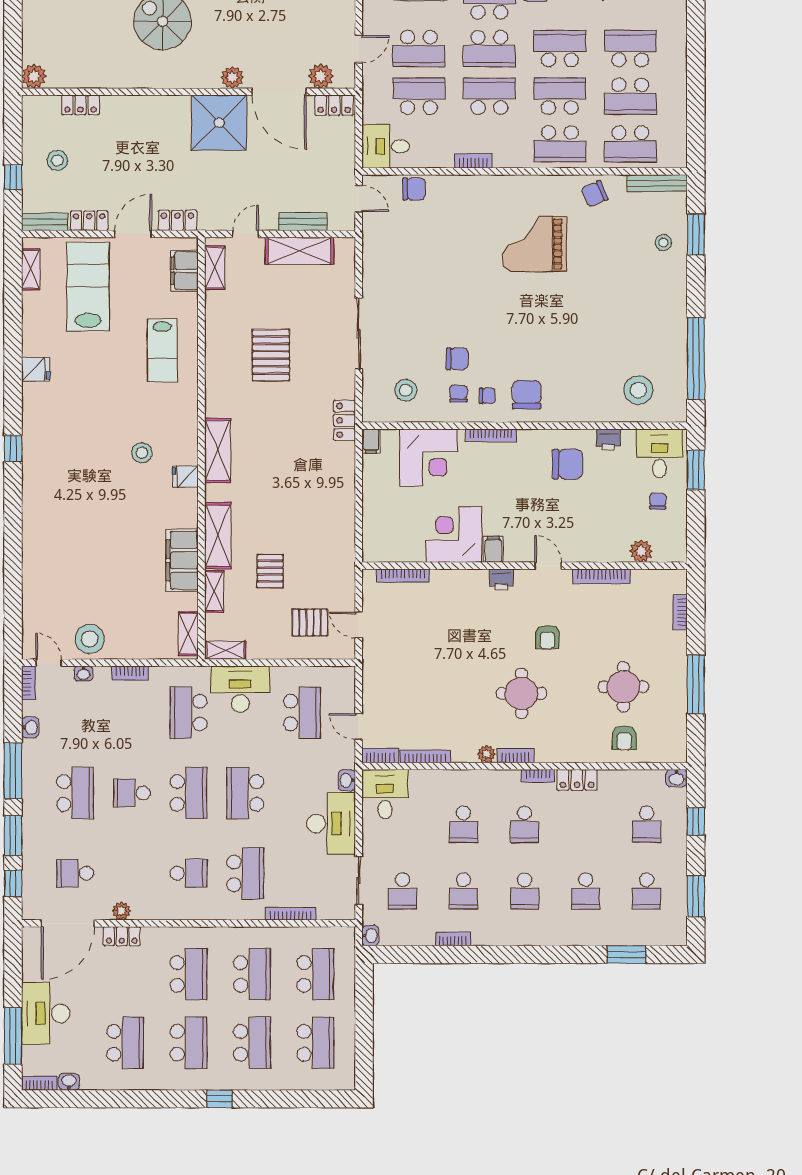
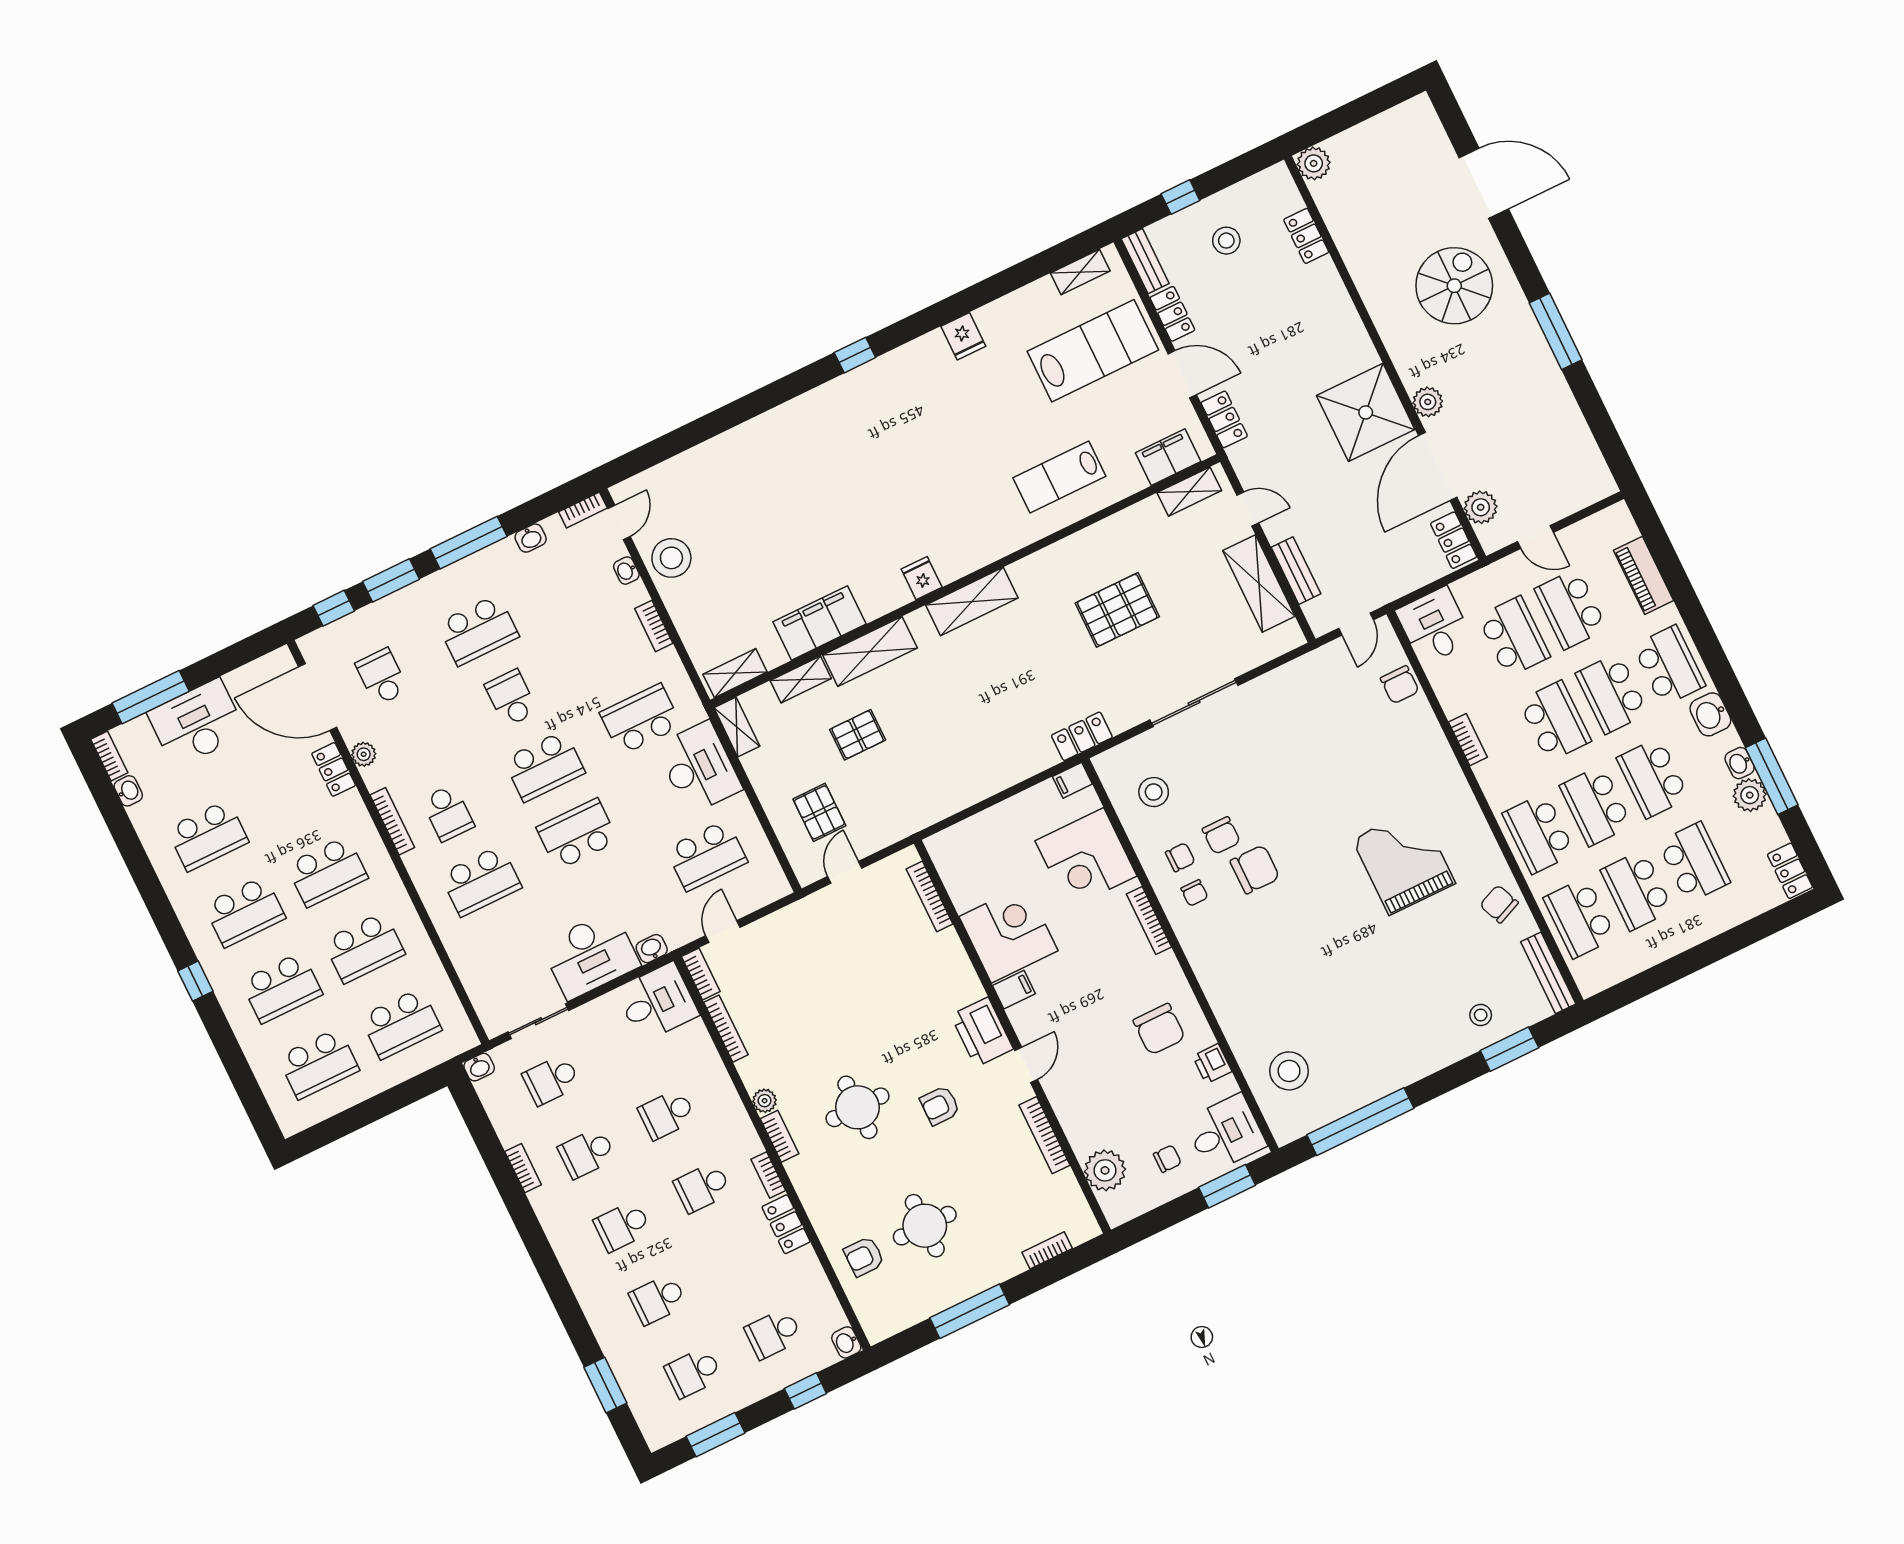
school desk: (560, 49) -> (1653, 778), turned 180
school desk: (560, 96) -> (1596, 806), turned 180
chair: (527, 395) -> (1255, 869), moved
stool: (142, 453) -> (925, 512), removed
plant: (641, 551) -> (1105, 1170), width x1.36, depth x1.36
printer: (501, 580) -> (982, 1032), width x1.87, depth x1.48
bookcase: (291, 914) -> (392, 821), moved

